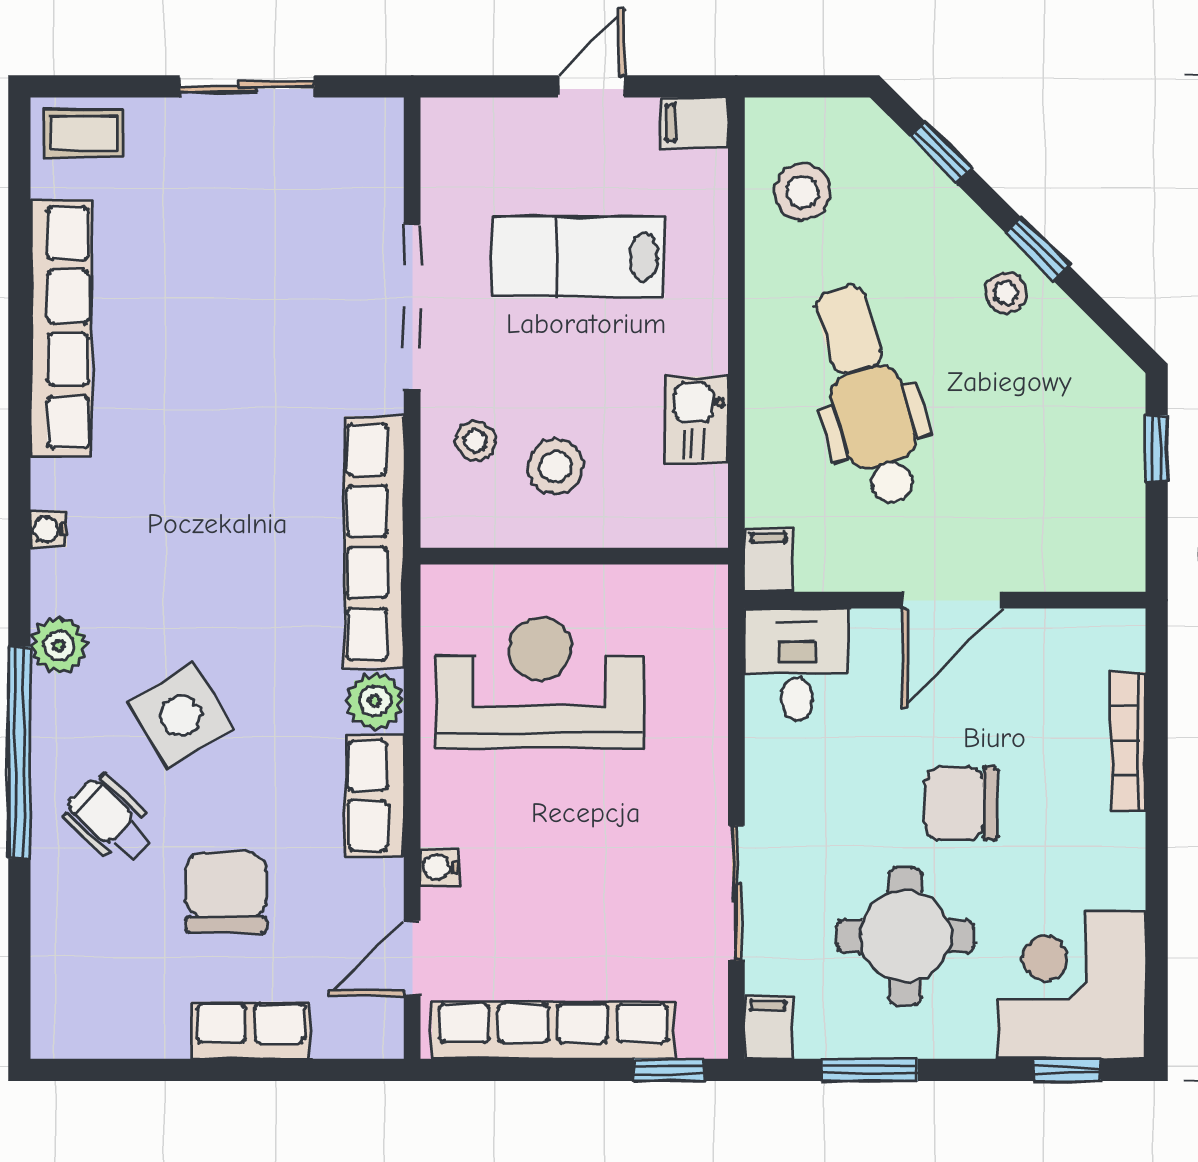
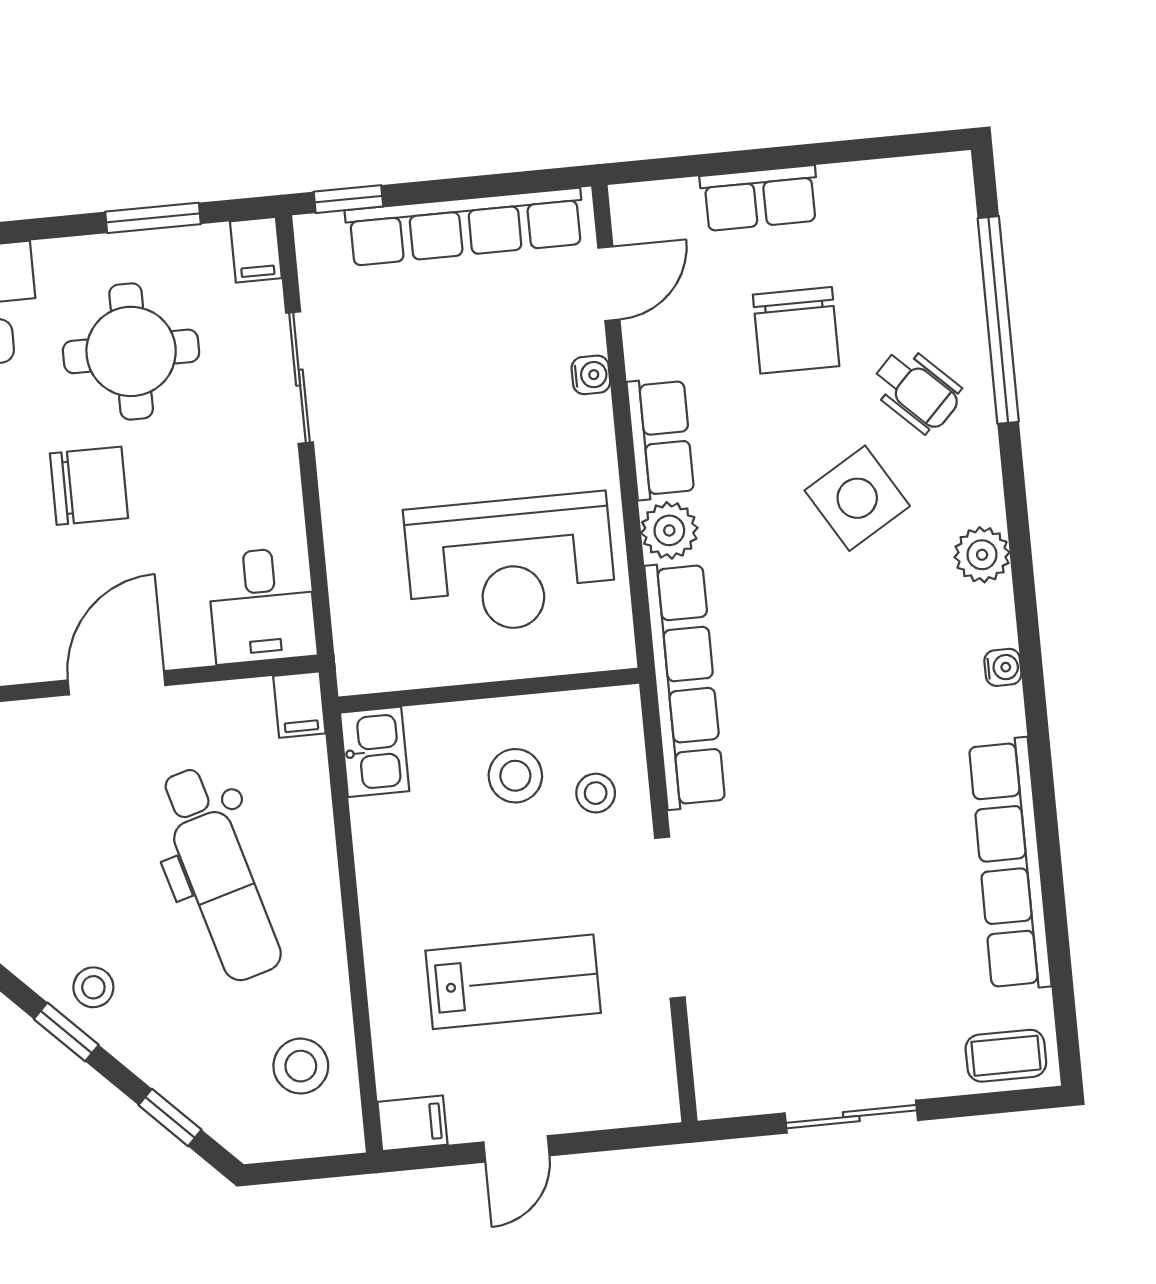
kitchen sink: (697, 420) -> (375, 752), moved
window: (19, 752) -> (998, 320), moved

